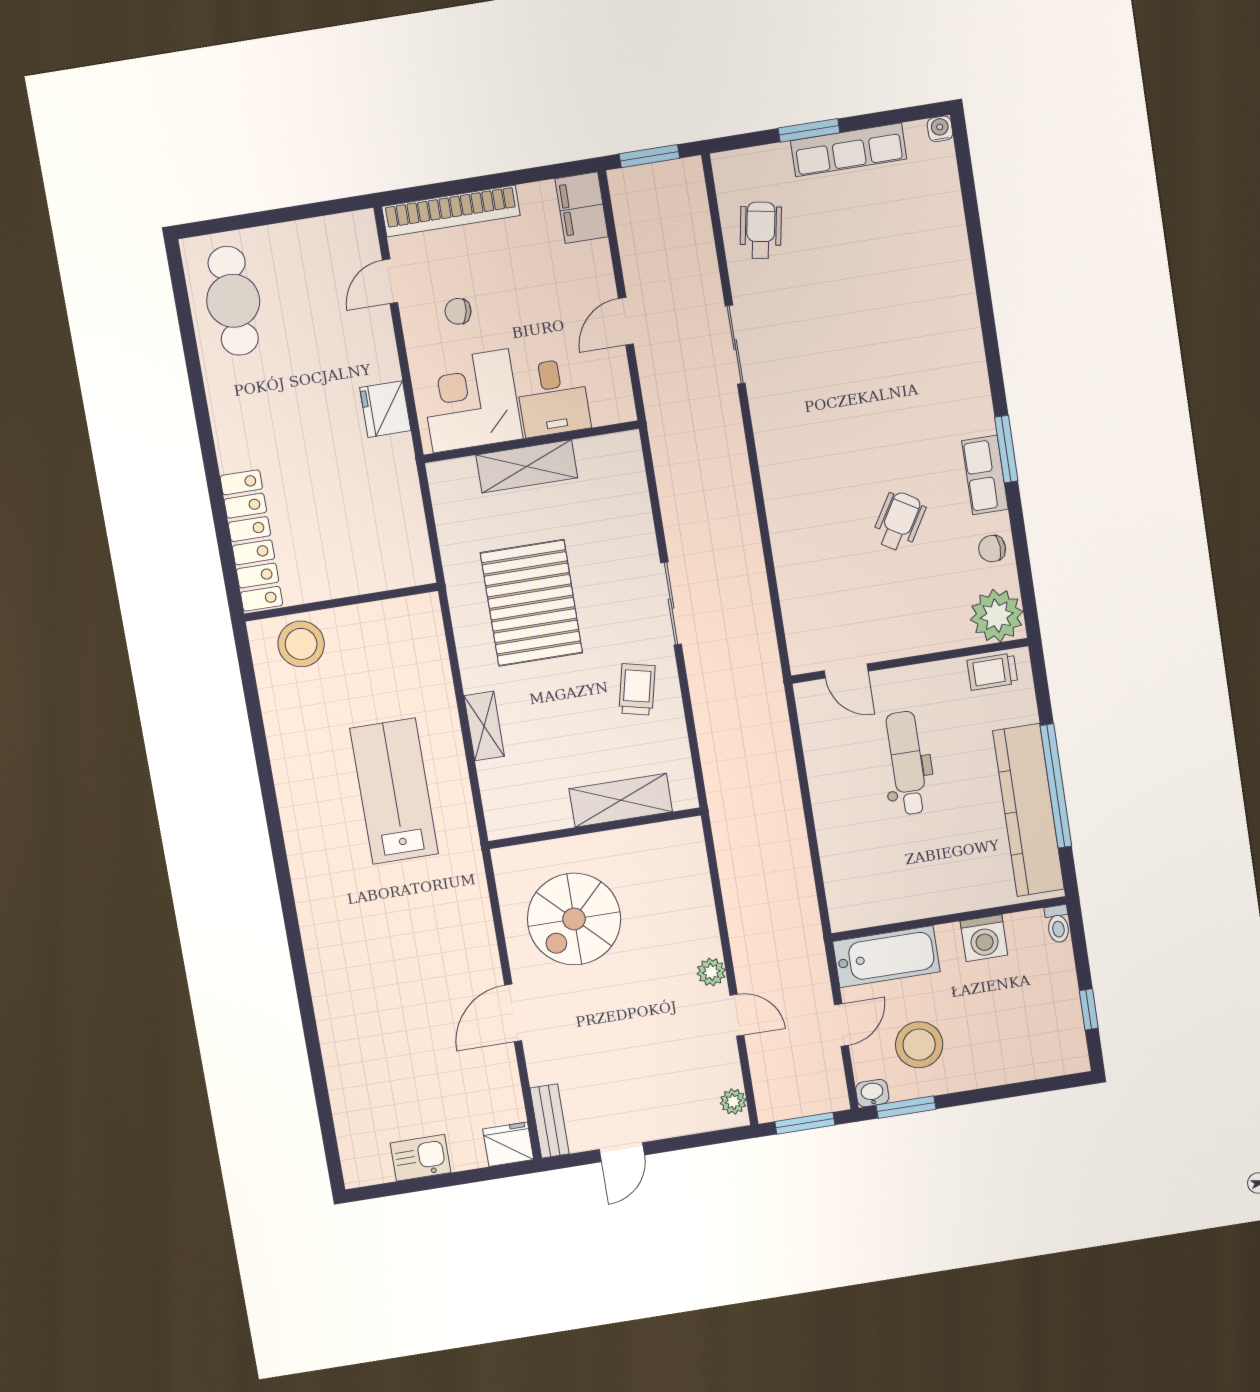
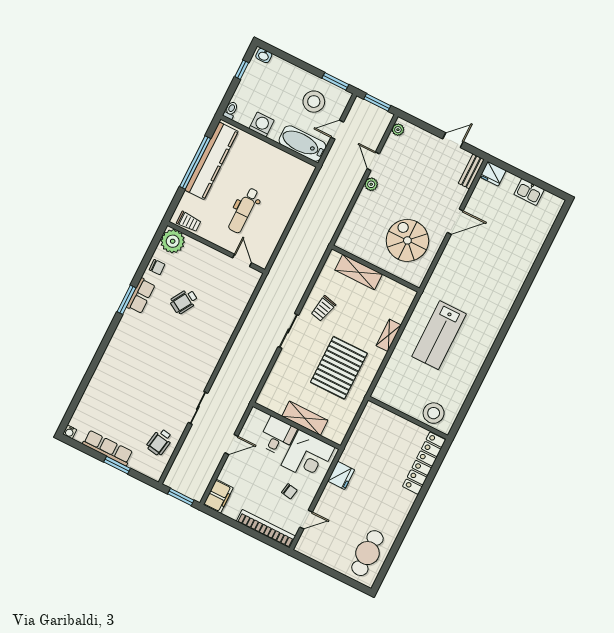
spiral stairs: (574, 919) -> (407, 240), turned -90
washbasin: (872, 1093) -> (264, 55), moved

